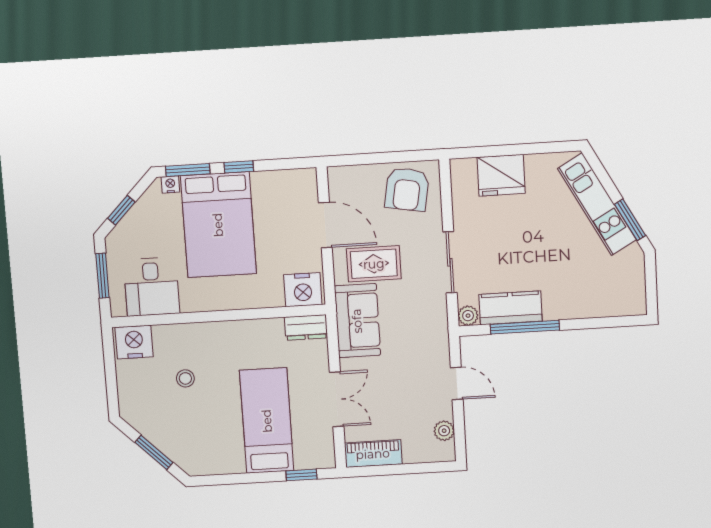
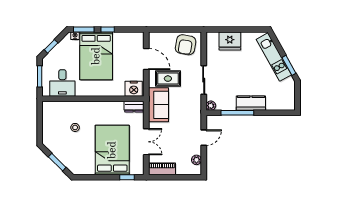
kitchen counter: (511, 308) -> (251, 103), moved
nightstand: (134, 342) -> (52, 109), removed
door: (457, 383) -> (204, 138), hinge flipped
bed: (267, 421) -> (112, 150), width x1.50

